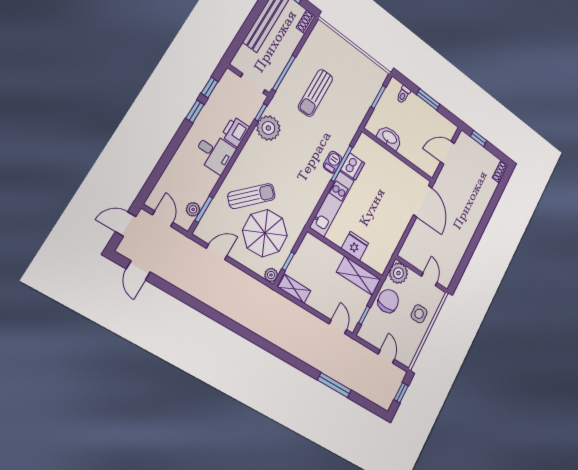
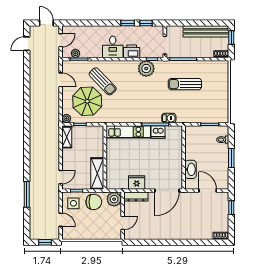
washbasin: (389, 138) -> (191, 169), moved
barbecue: (333, 162) -> (169, 118), moved
dresser: (410, 244) -> (136, 196), added
fridge: (355, 246) -> (137, 182), moved, turned -90
side table: (419, 314) -> (73, 203), moved
door: (386, 357) -> (61, 220), hinge flipped

